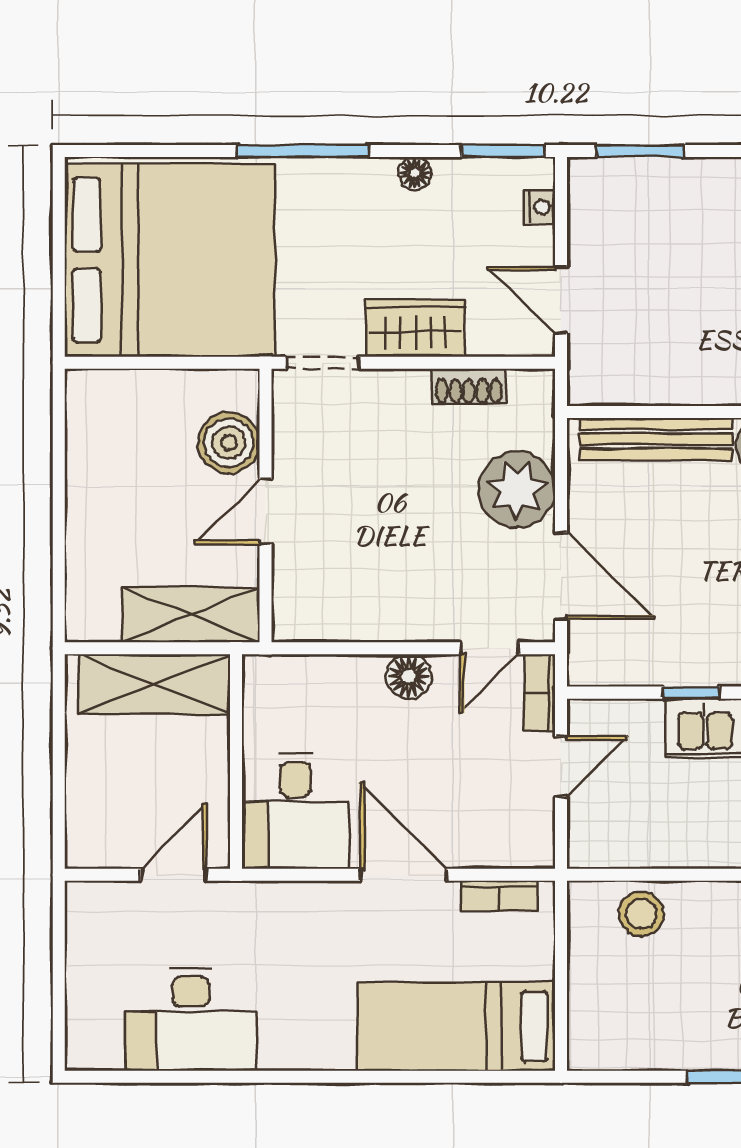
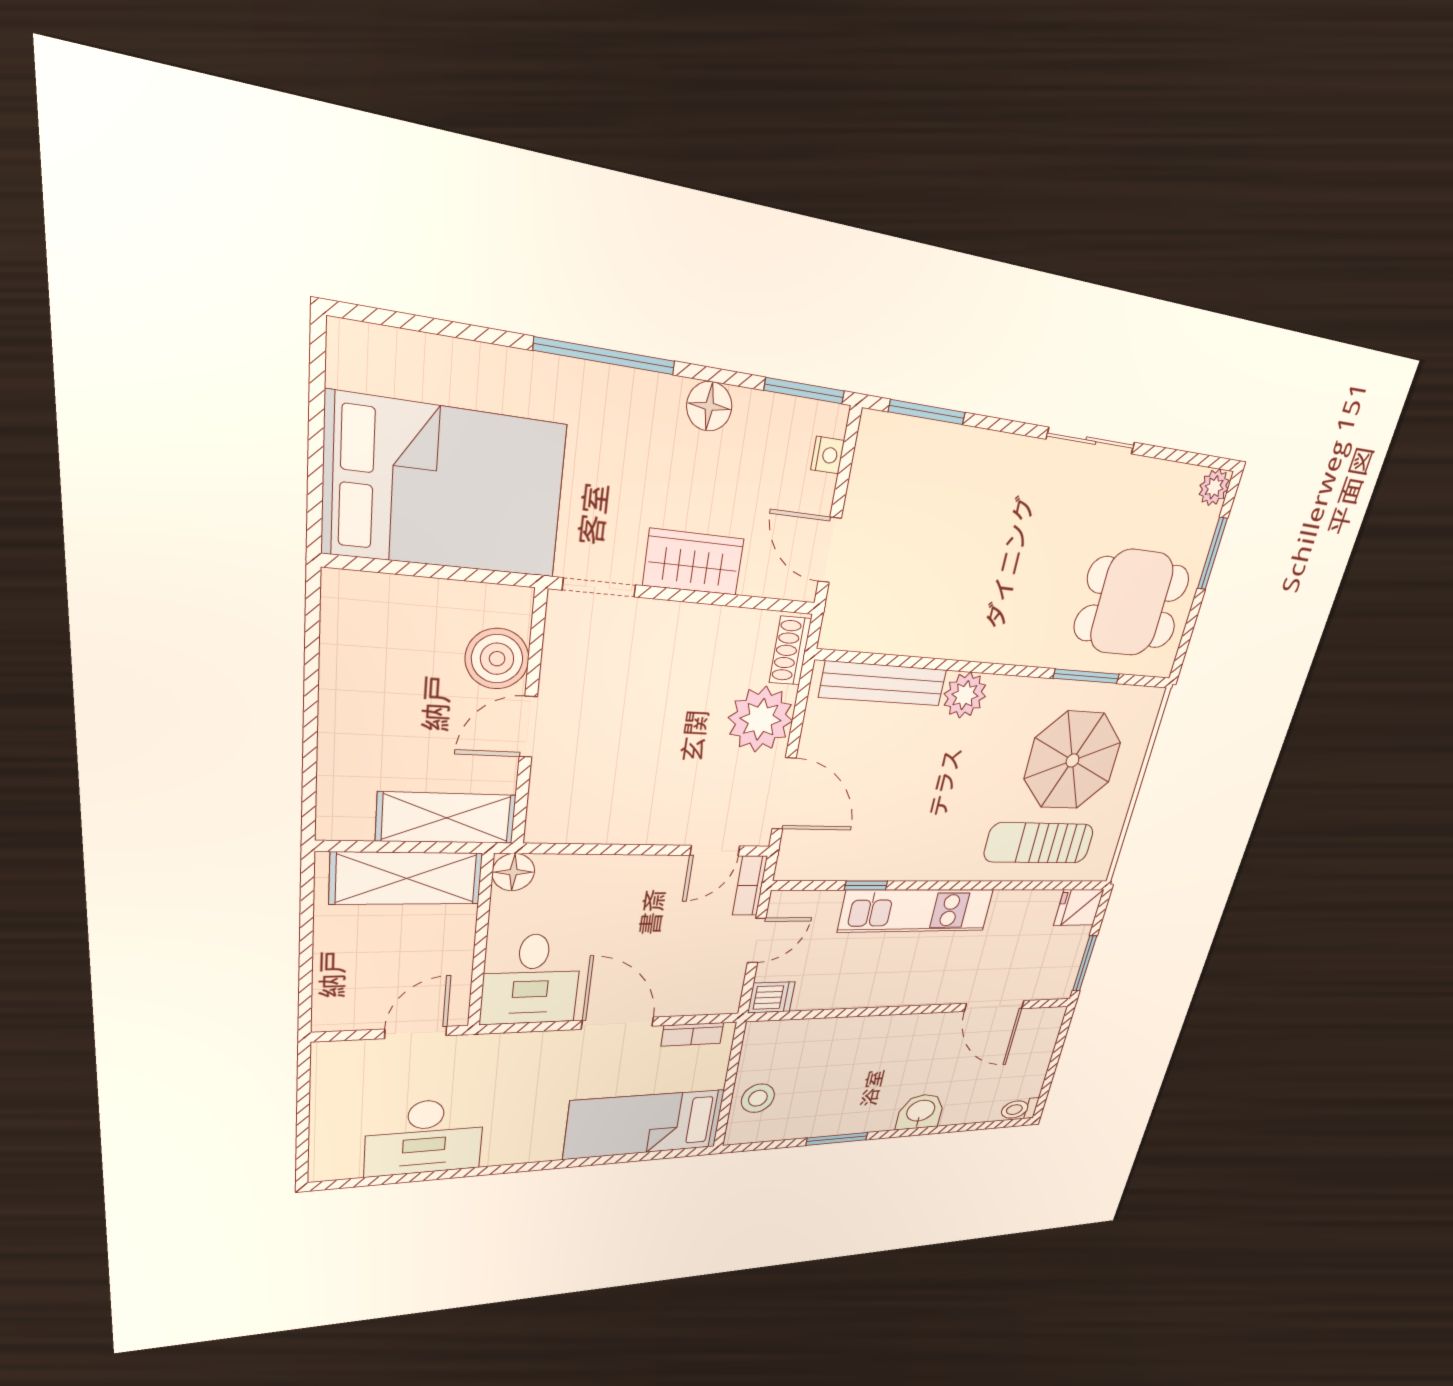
floor lamp: (415, 173) -> (709, 406), width x1.37, depth x1.37
bed: (170, 260) -> (445, 488), width x0.73
shoe rack: (469, 386) -> (790, 651), moved, turned 90
floor lamp: (409, 677) -> (513, 872), moved
dishwasher: (595, 847) -> (771, 997), added
stool: (641, 914) -> (758, 1098), moved

